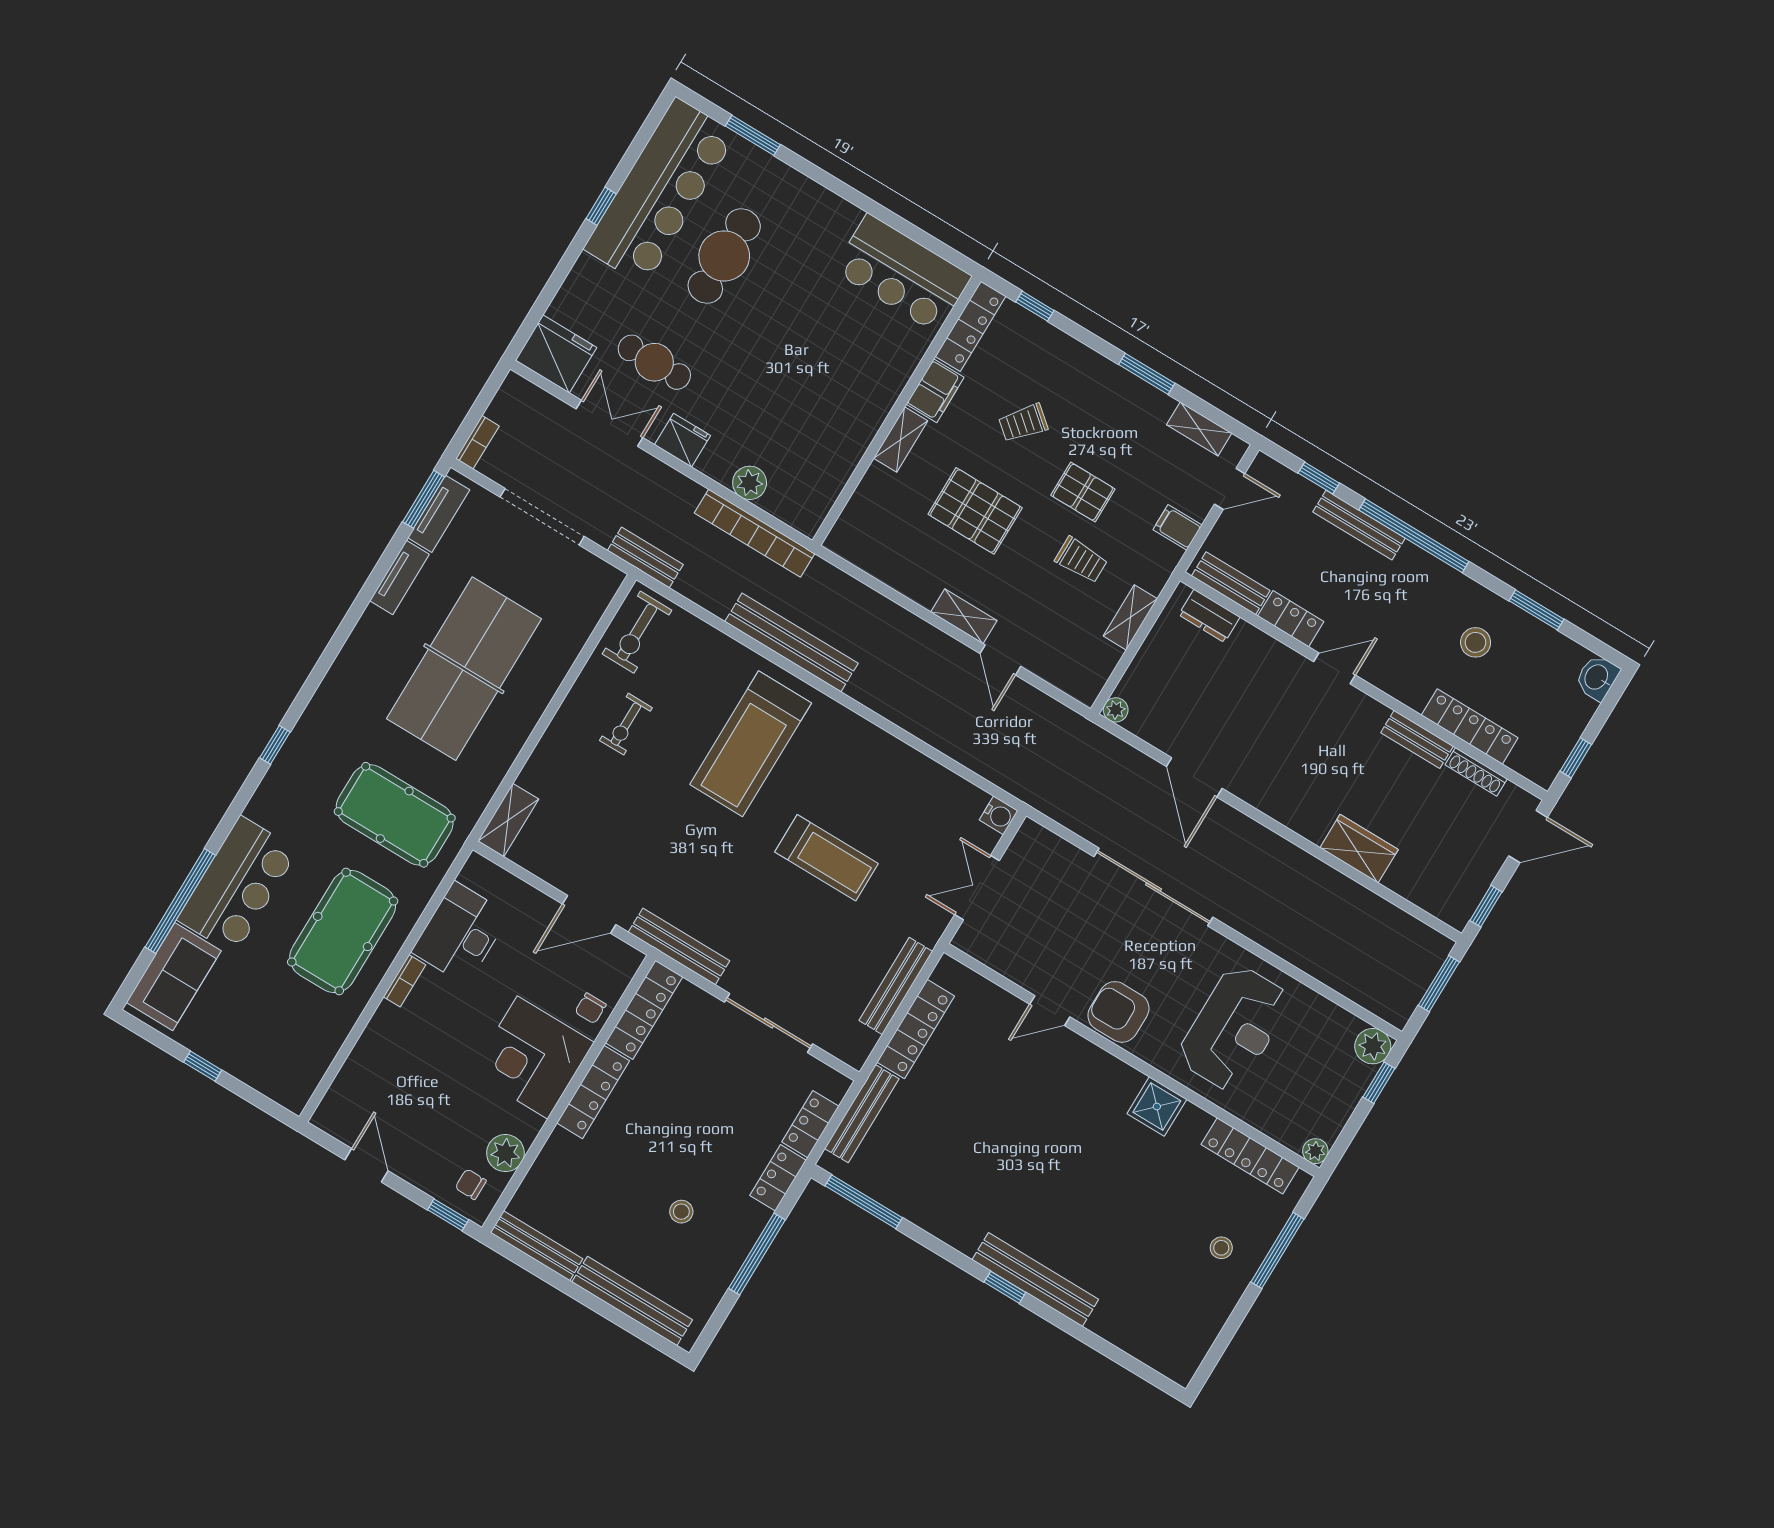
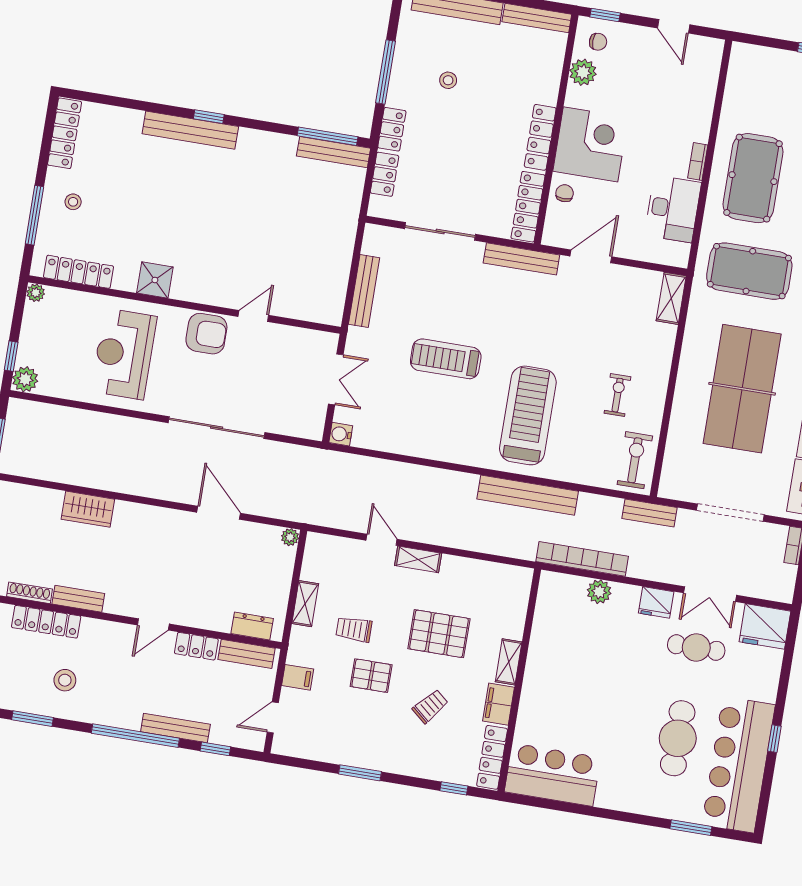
shelving: (1199, 429) -> (310, 750), removed
locker: (916, 1029) -> (65, 133), moved, turned 180
bench: (862, 1114) -> (334, 152), moved, turned 90

